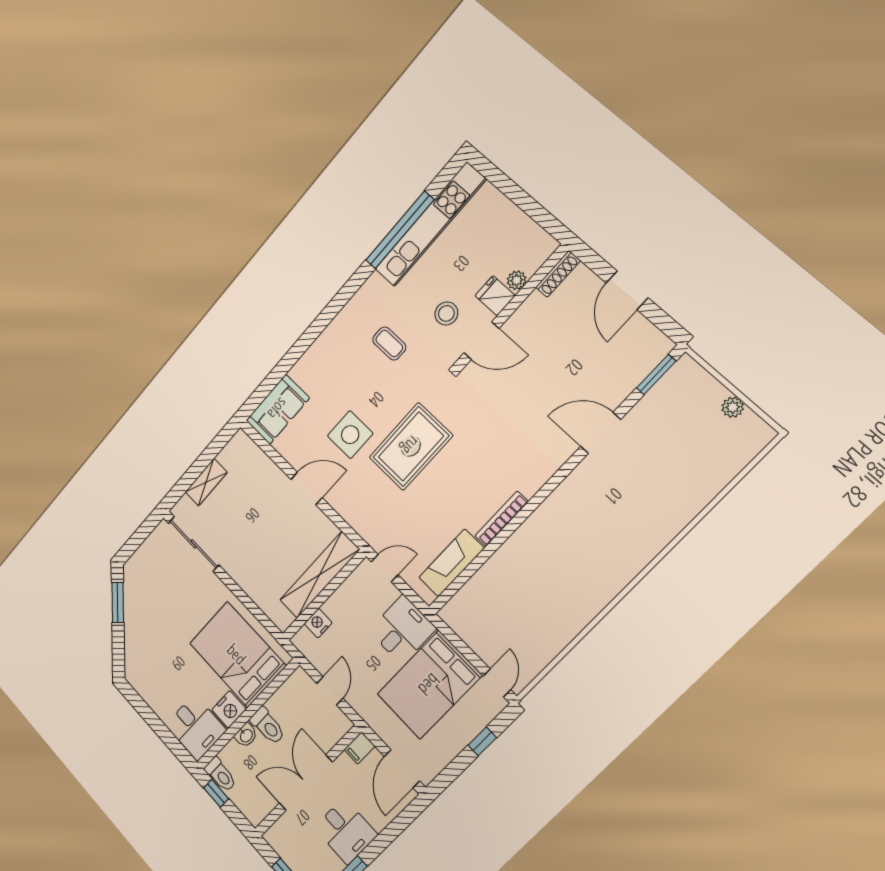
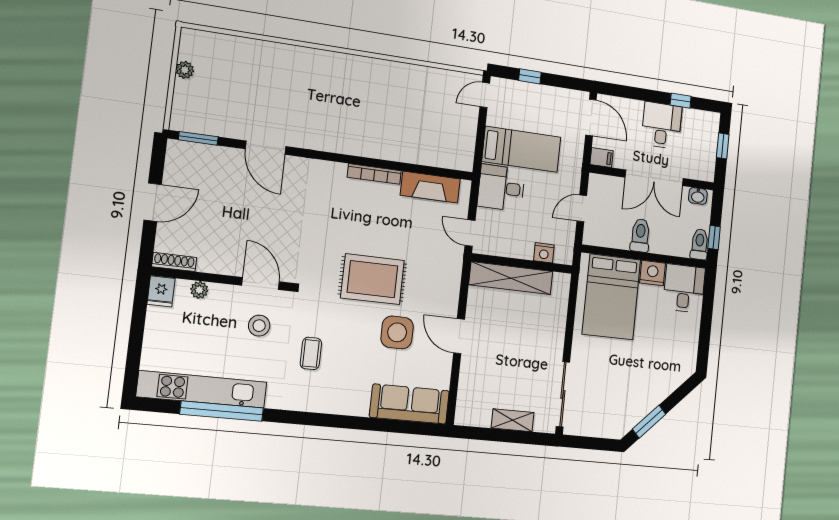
fridge: (495, 296) -> (161, 291), moved
sofa: (278, 409) -> (410, 404), width x1.36
bed: (429, 685) -> (521, 149), width x0.67
washbasin: (246, 735) -> (698, 196), moved, turned 180
door: (402, 769) -> (591, 117), hinge flipped

